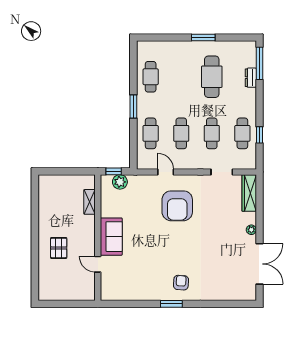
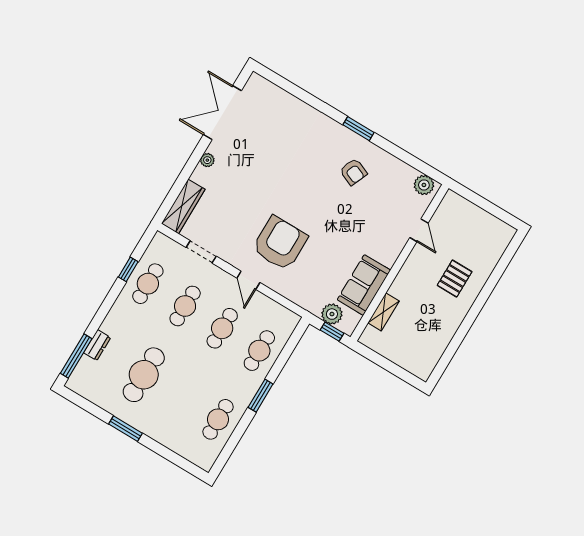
door: (166, 172) -> (248, 280), moved
sofa: (111, 237) -> (364, 285), moved
armchair: (181, 283) -> (353, 172), moved, turned -71
plant: (111, 293) -> (424, 185), added

